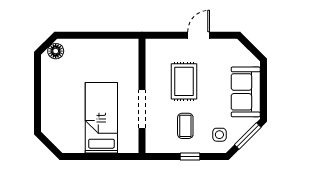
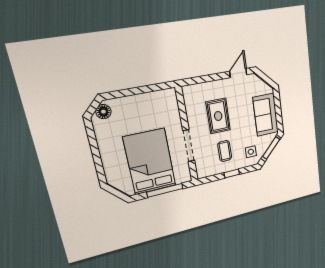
door: (199, 35) -> (238, 73), moved
bed: (101, 118) -> (150, 162), width x1.50
window: (104, 157) -> (165, 190), added

